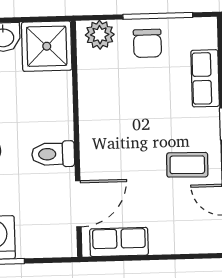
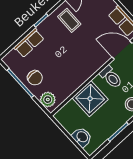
chair: (147, 43) -> (35, 78), turned 90
shower: (47, 46) -> (90, 99), moved

